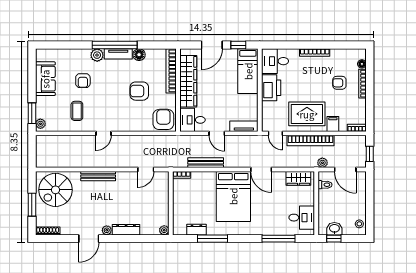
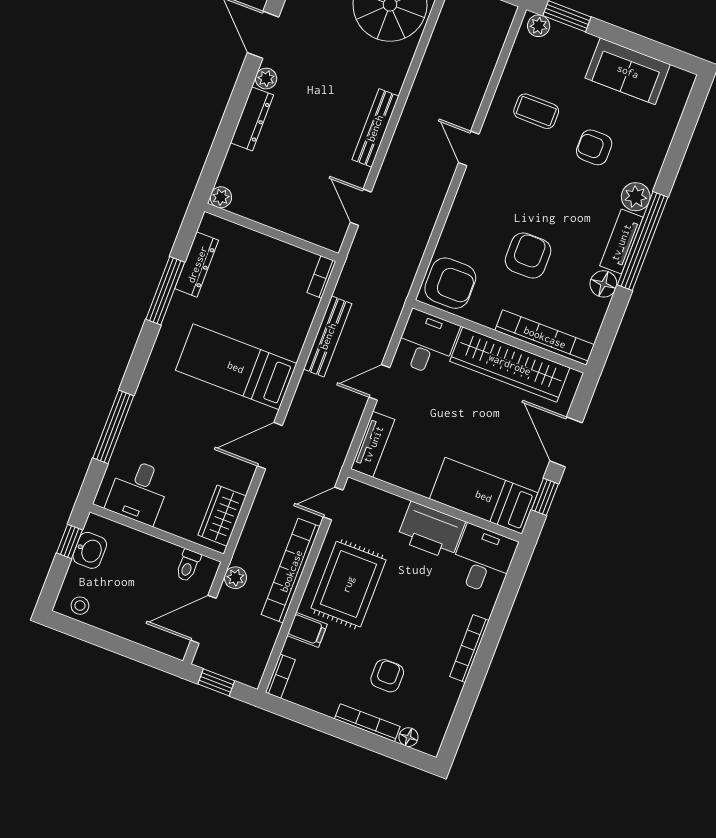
bench: (98, 176) -> (375, 128), moved
bed: (233, 196) -> (236, 367), width x0.67
dresser: (196, 230) -> (197, 264), width x1.44

